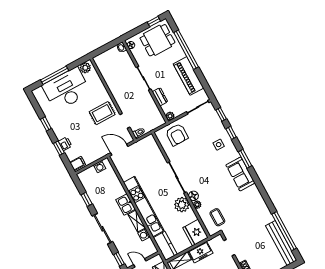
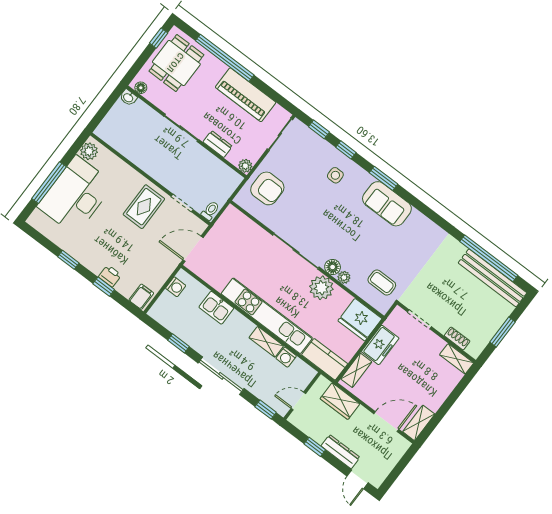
kitchen sink: (126, 204) -> (216, 308), moved

